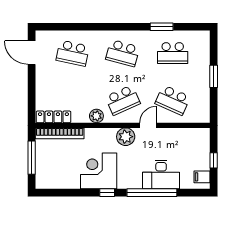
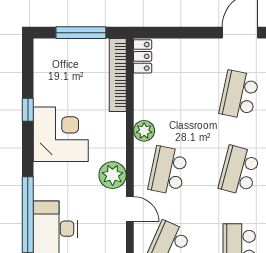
school desk: (123, 100) -> (168, 171), turned 36
locker: (53, 117) -> (143, 56), width x0.66
window: (107, 193) -> (28, 110), moved

